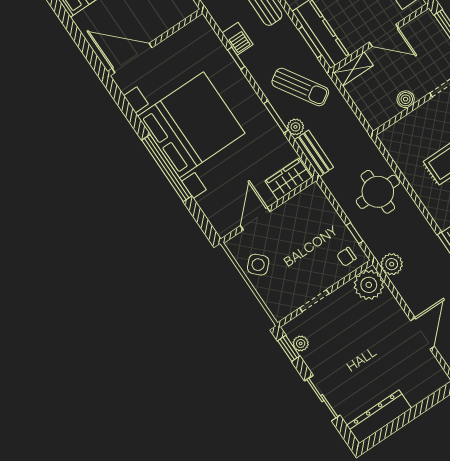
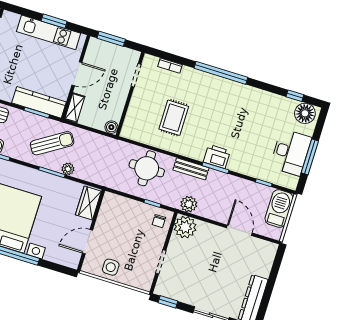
boiler: (406, 99) -> (111, 127), moved
bench: (314, 153) -> (191, 169), moved
door: (255, 219) -> (88, 242), hinge flipped
side table: (258, 265) -> (111, 267), turned 45
plant: (301, 343) -> (173, 293), removed

